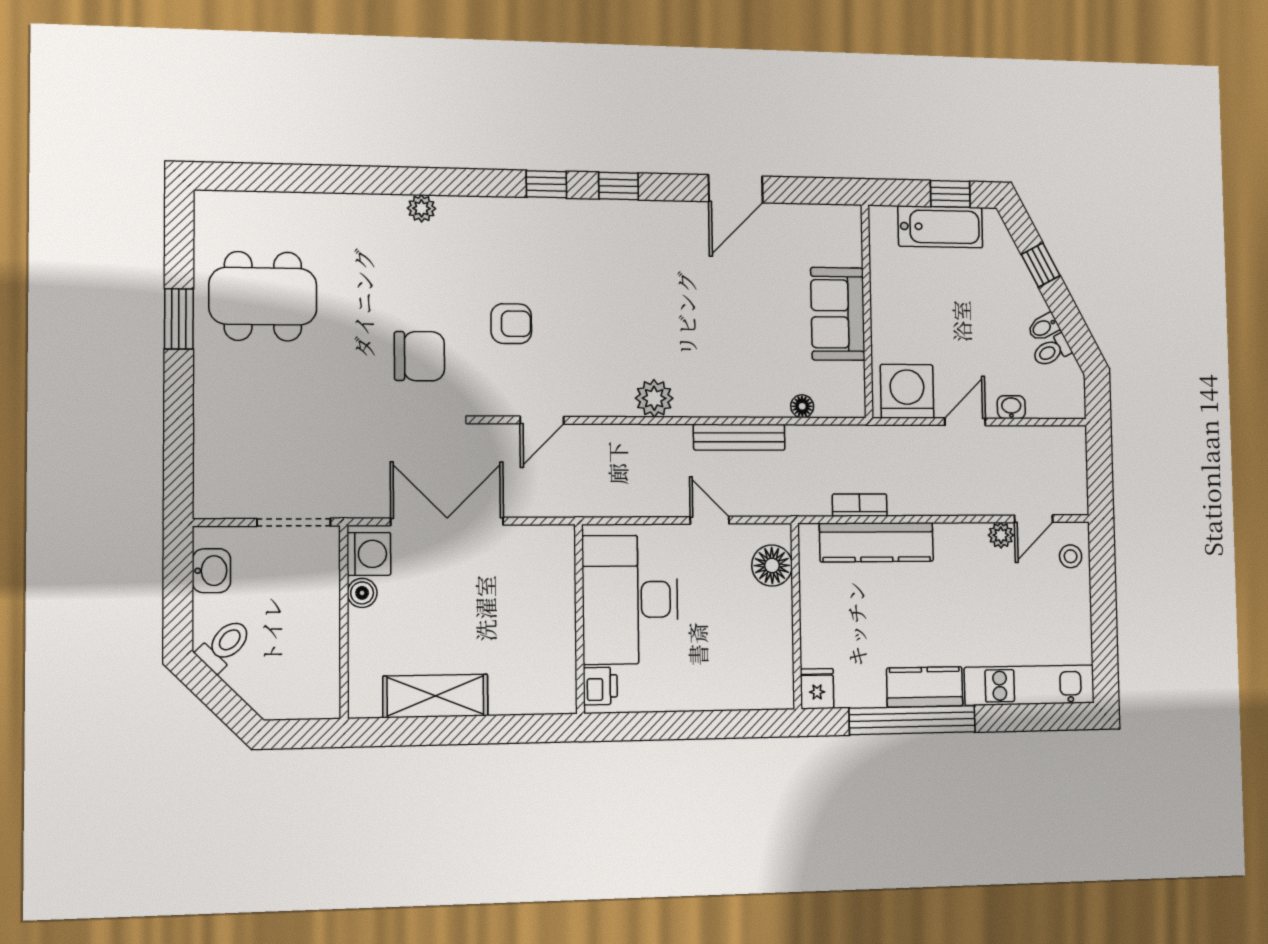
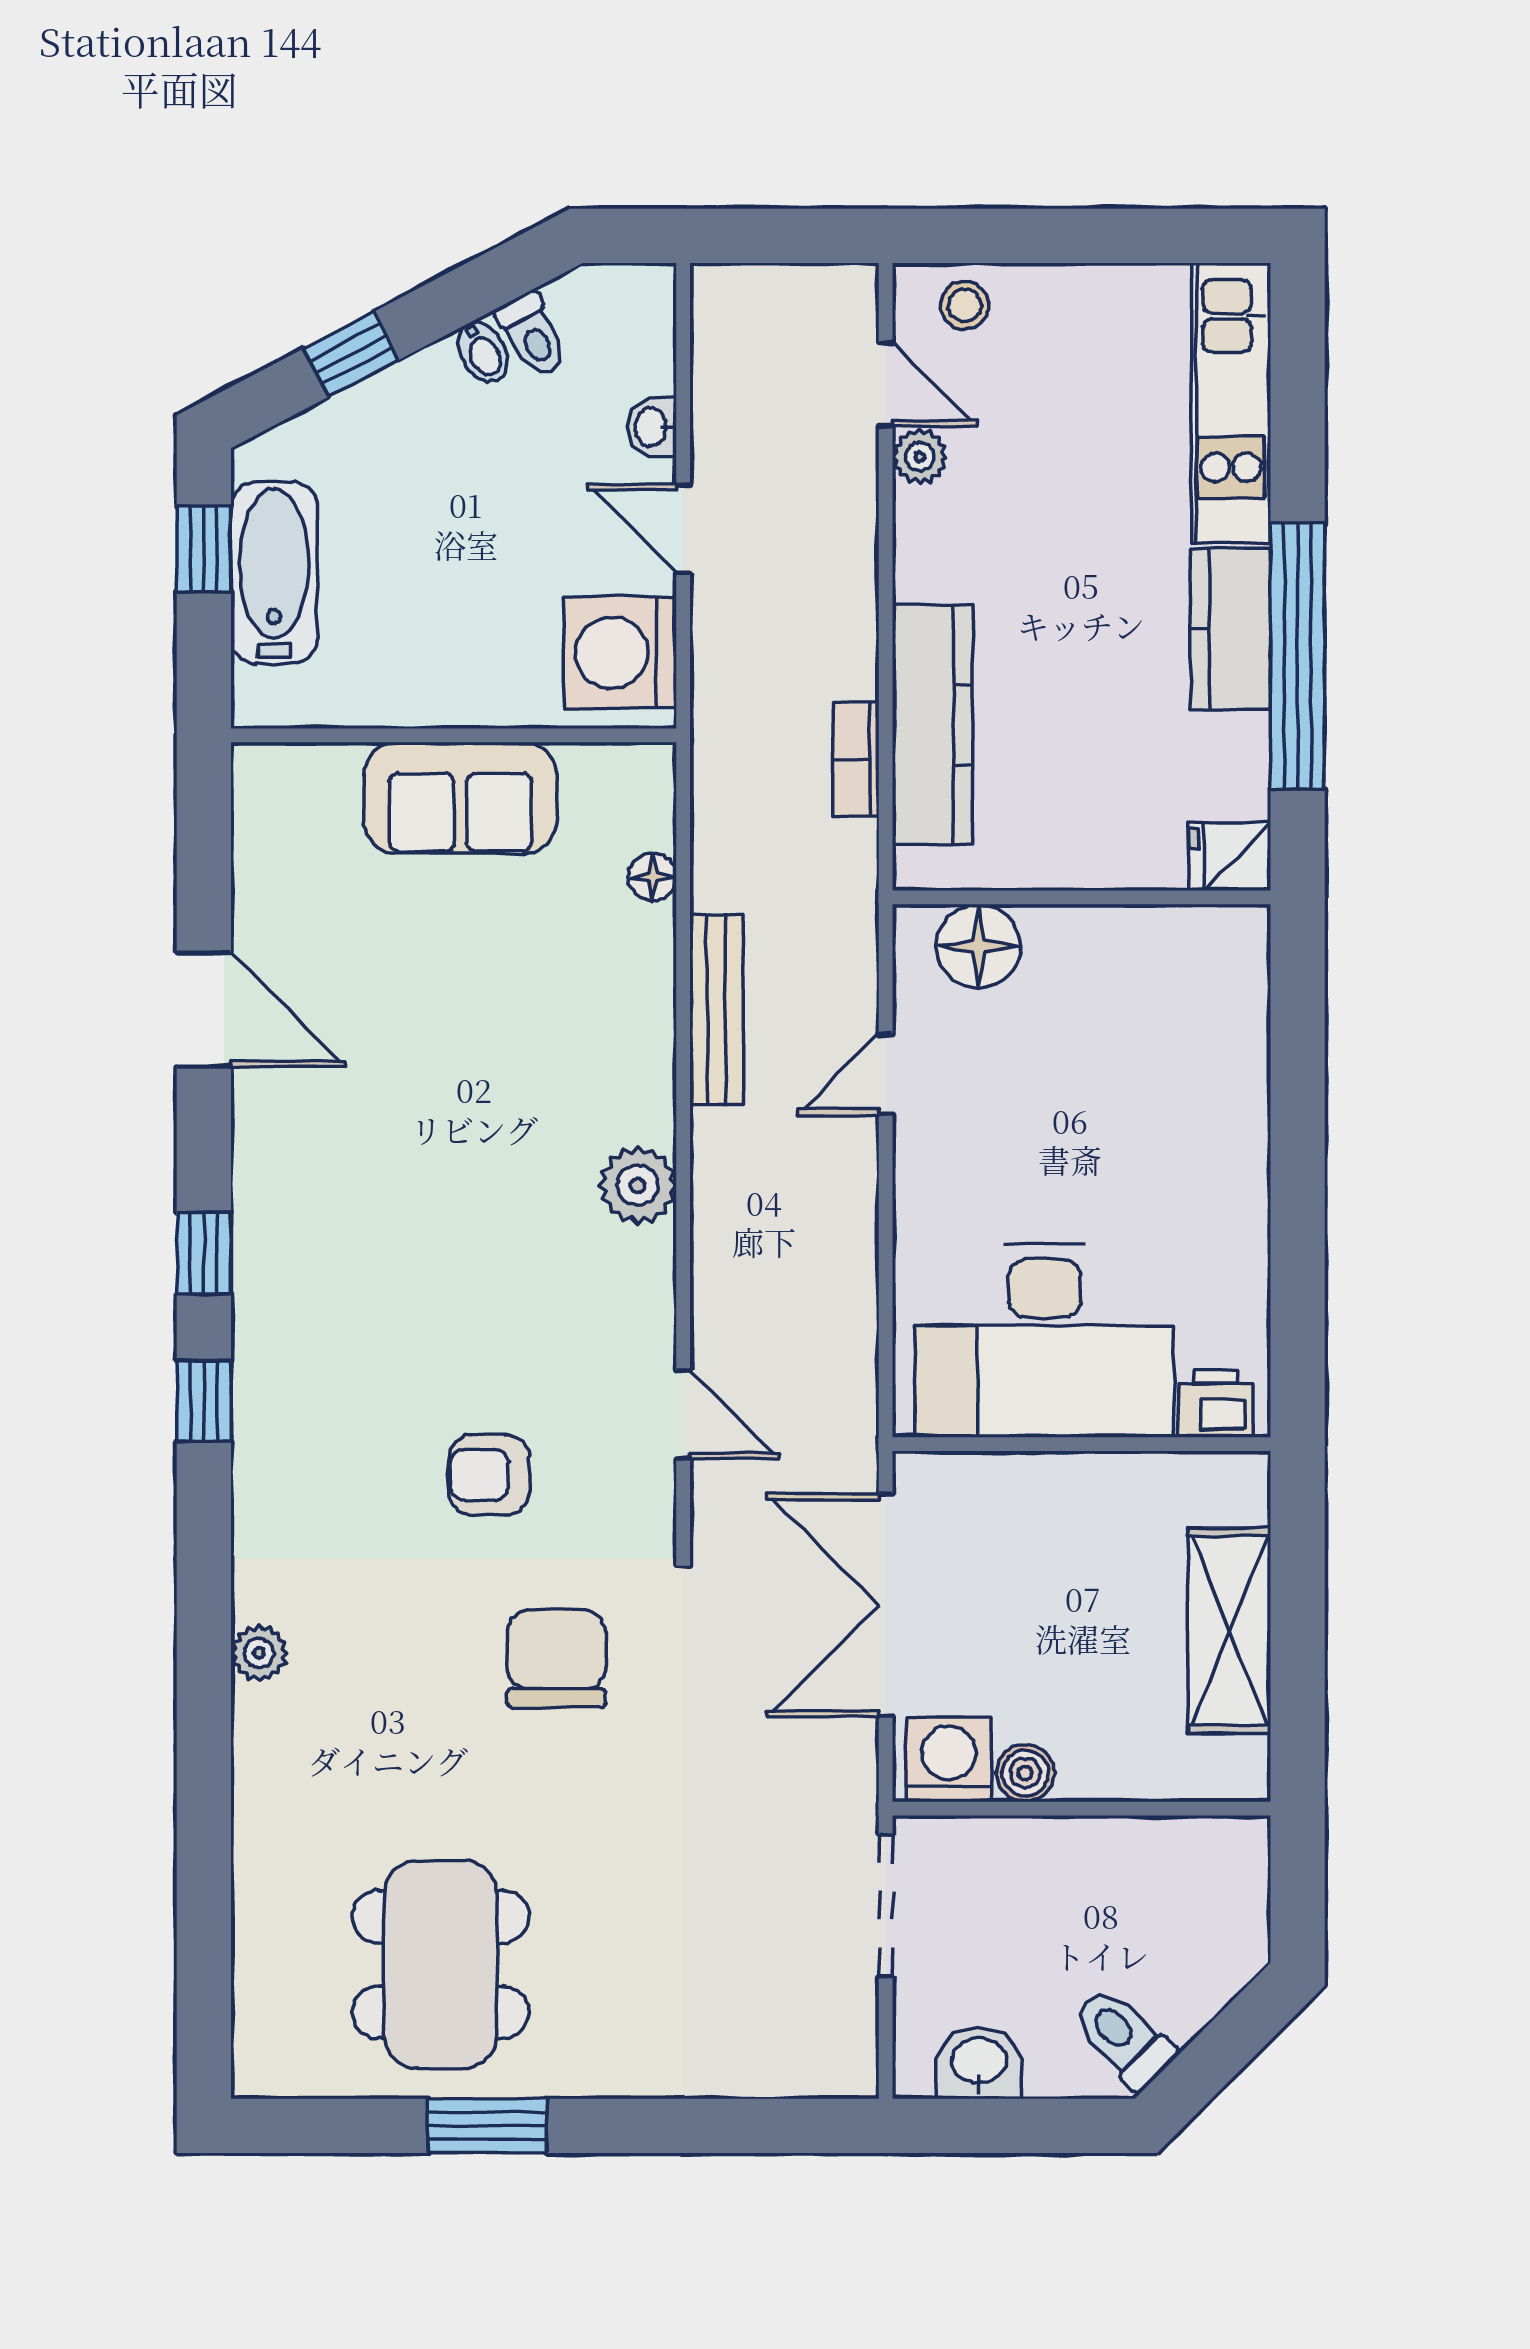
armchair: (511, 324) -> (489, 1475), turned -90
desk: (630, 600) -> (1044, 1341), moved
wall: (579, 619) -> (1081, 1444), moved
printer: (600, 686) -> (1216, 1403), moved

